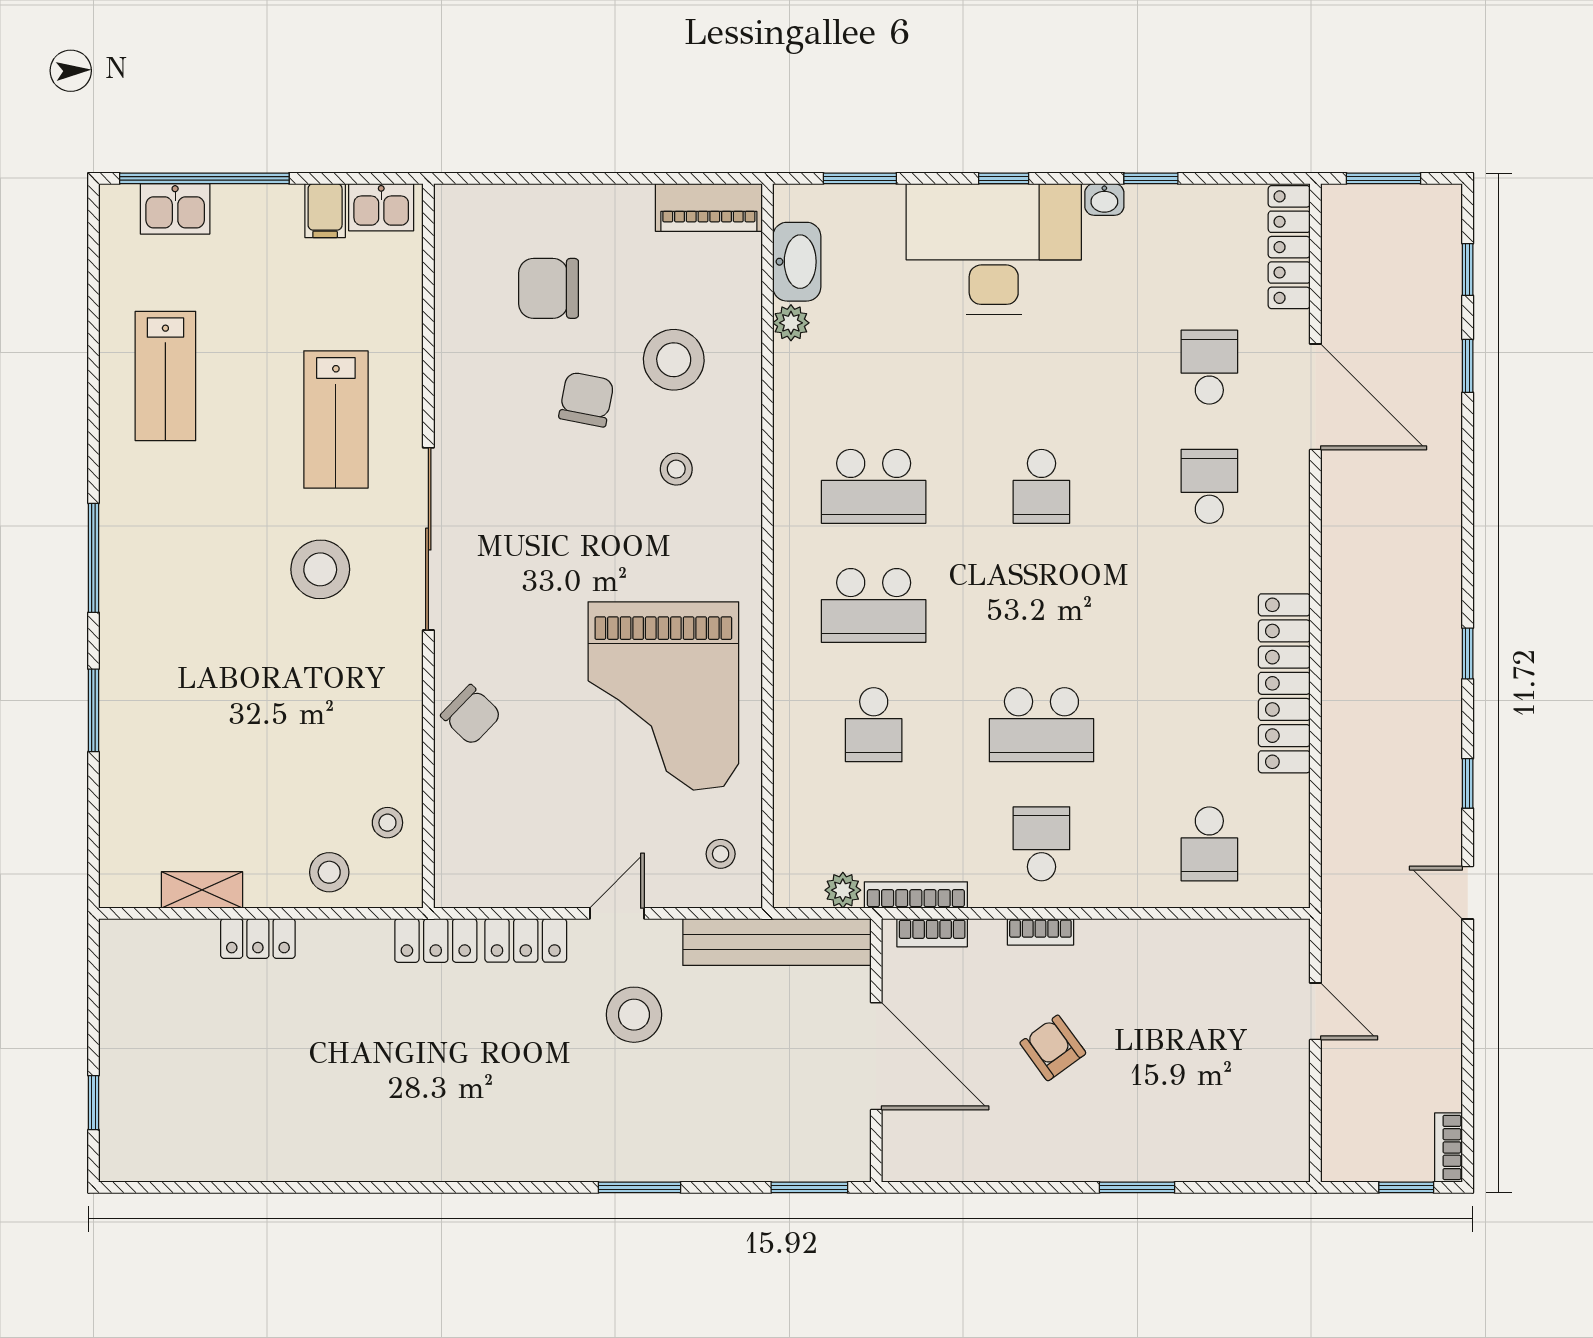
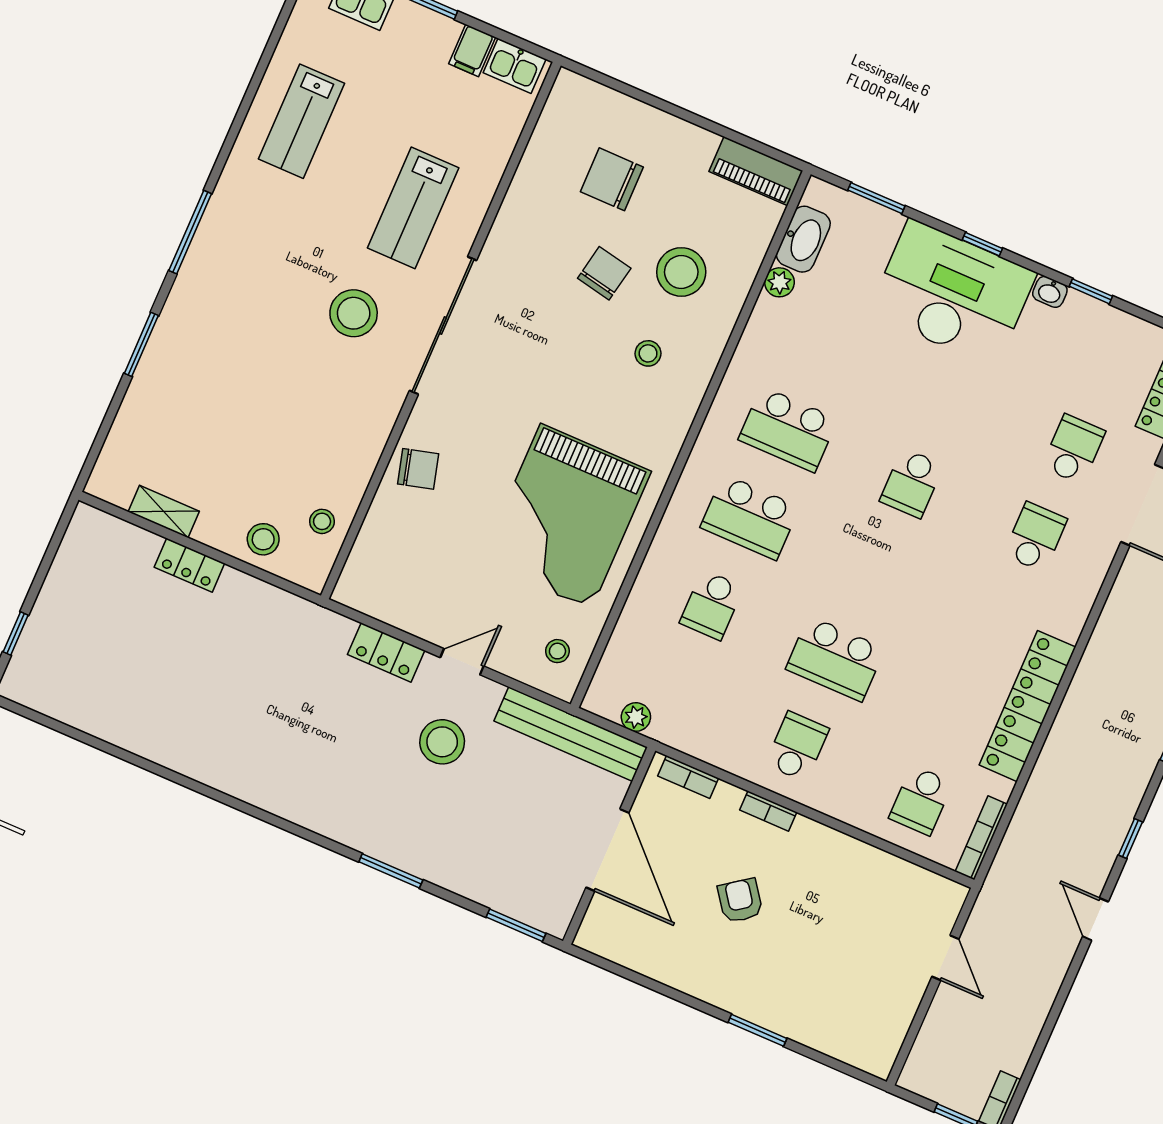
chair: (471, 715) -> (418, 469), turned -59
bookcase: (916, 895) -> (981, 838), moved, turned -90
locker: (436, 940) -> (320, 624), removed

